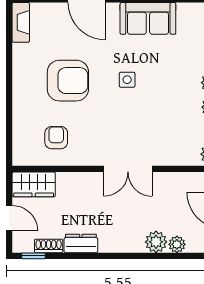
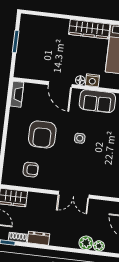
armchair: (68, 81) -> (42, 134), turned 90
armchair: (56, 138) -> (31, 170), turned 90

